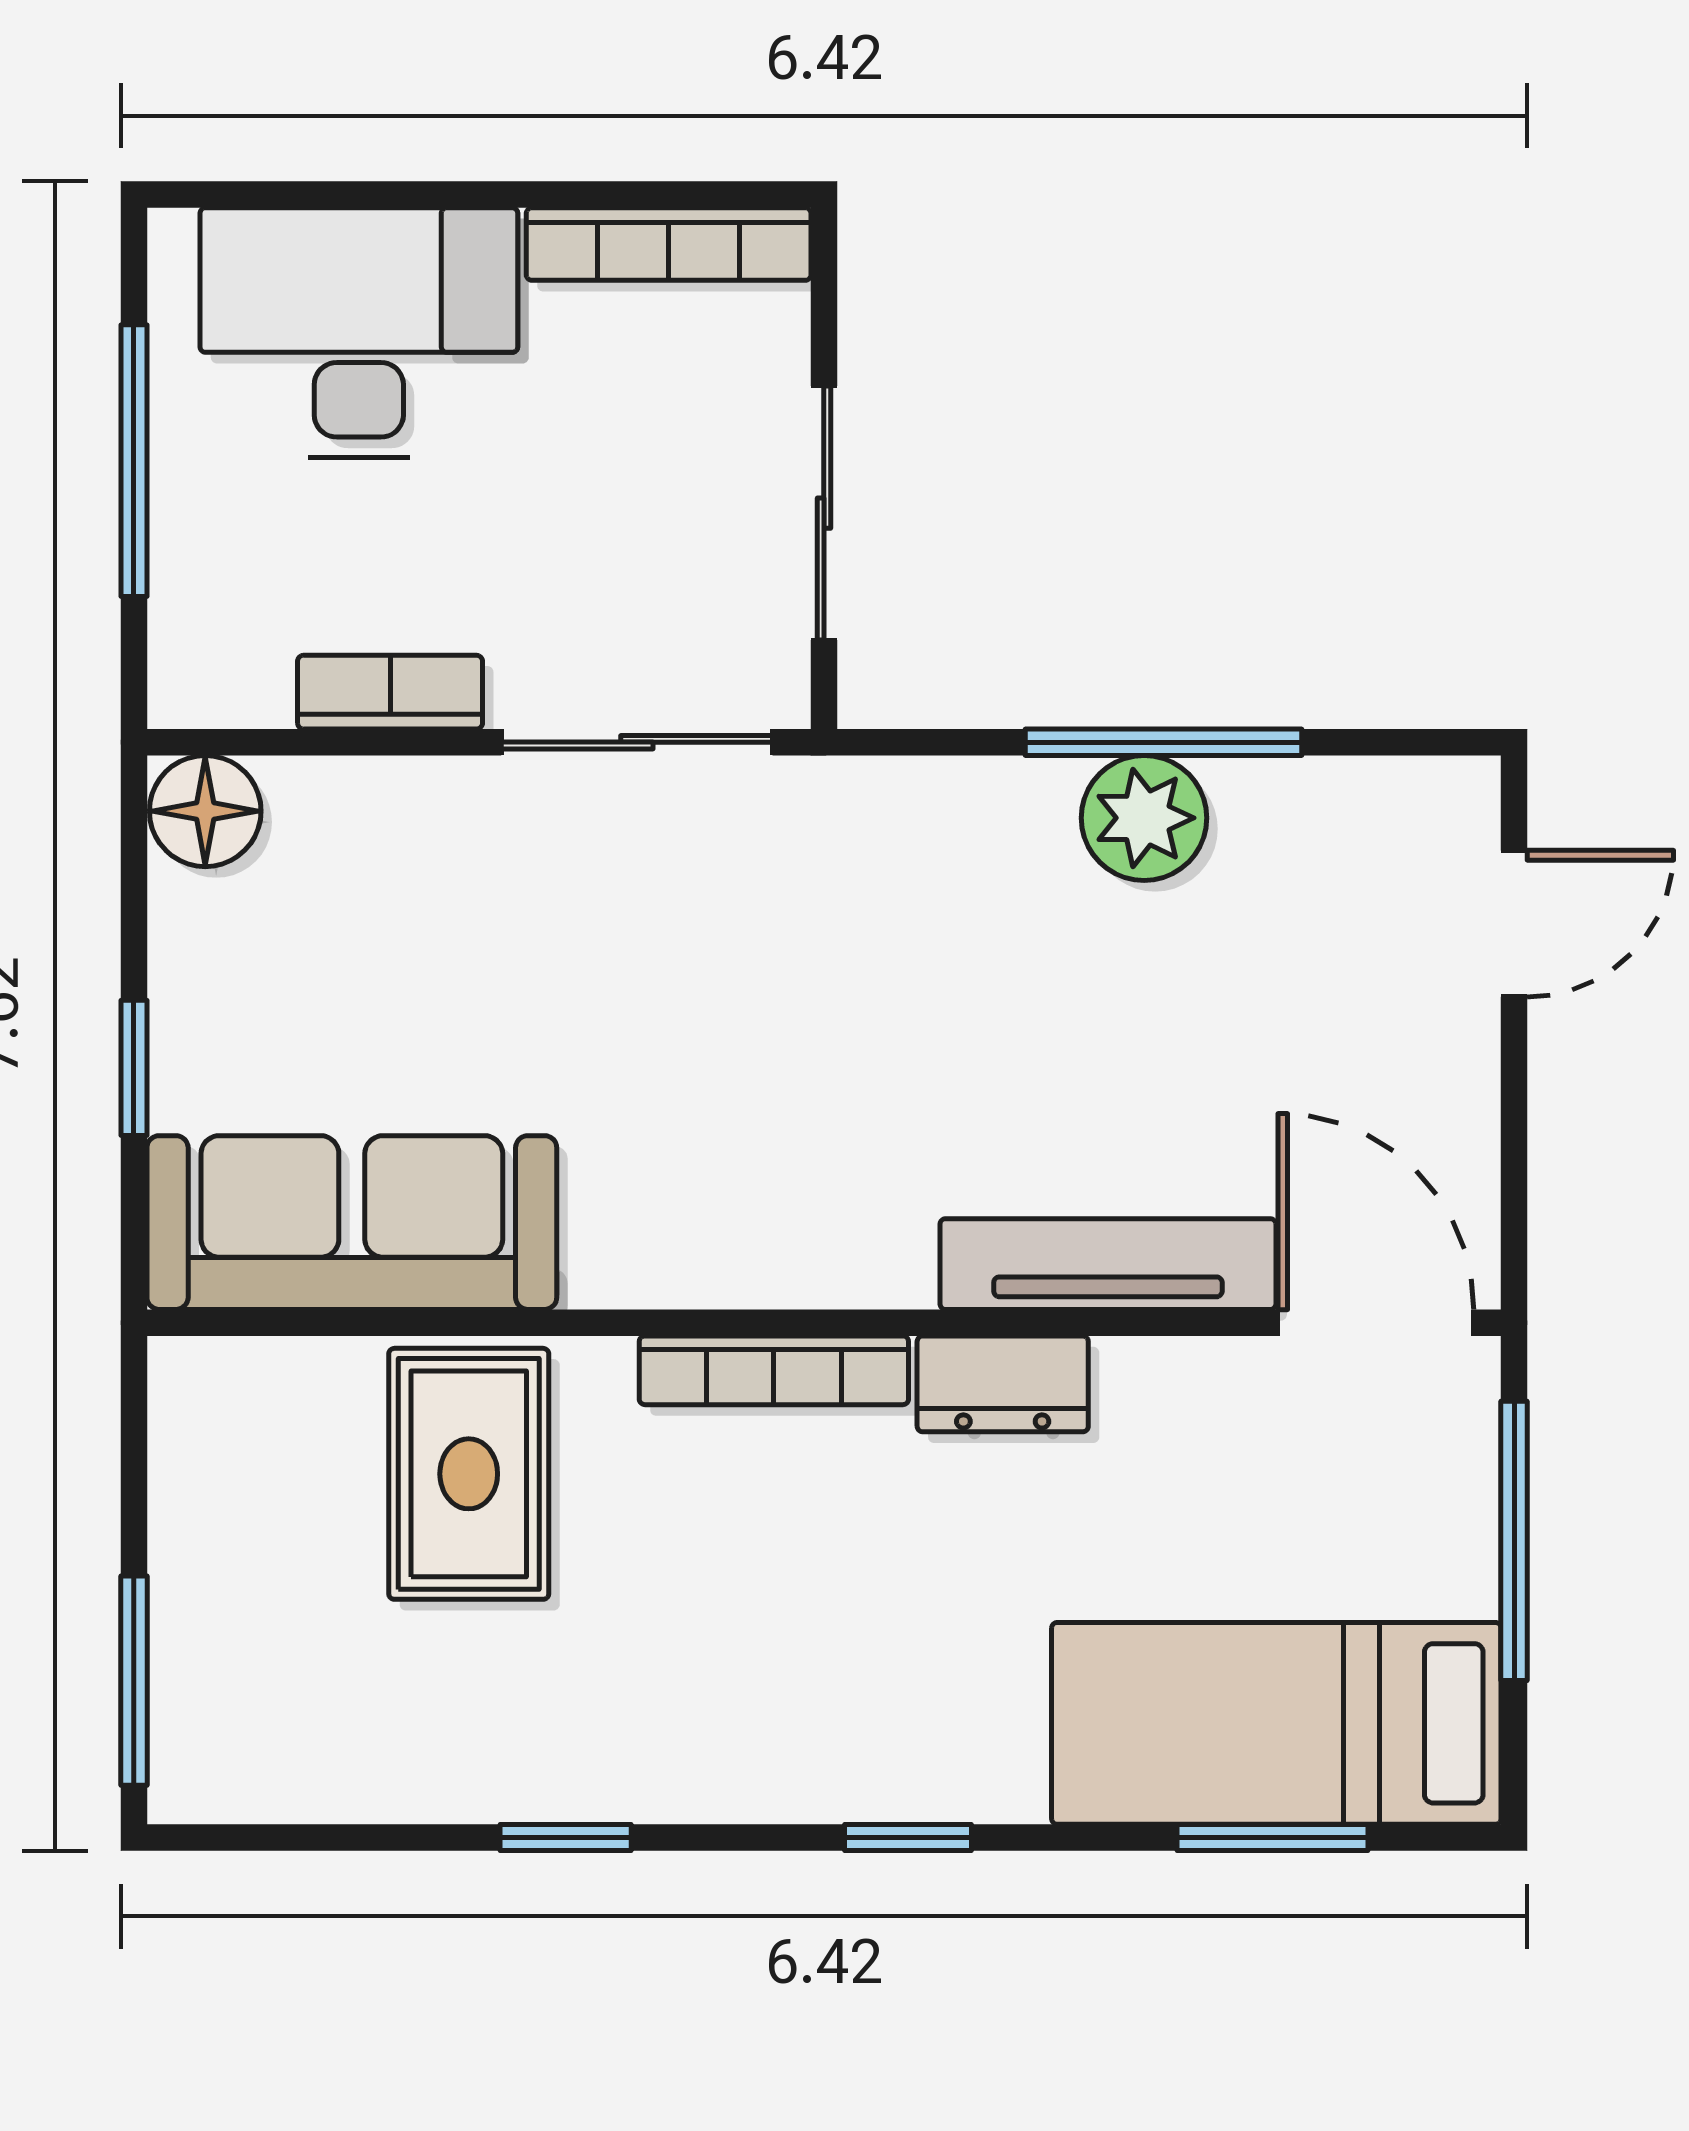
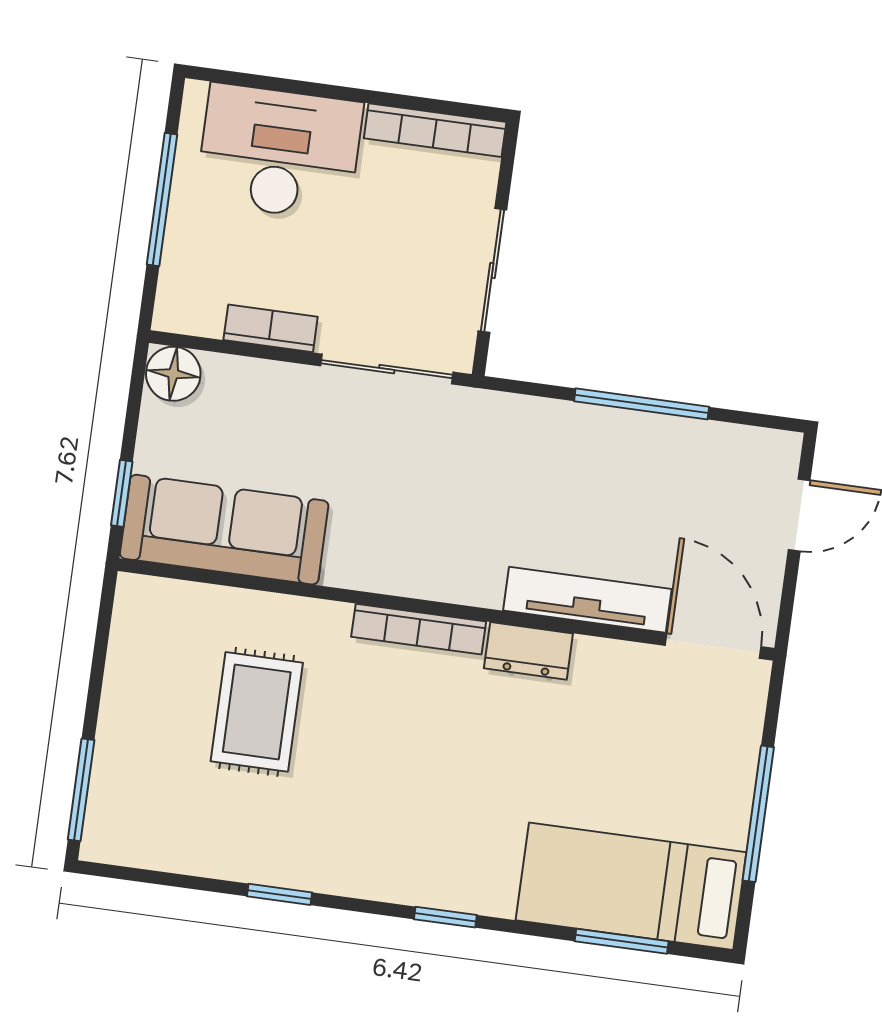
plant: (1144, 818) -> (627, 439), removed
sofa: (352, 1223) -> (224, 530), moved
tv unit: (1108, 1264) -> (587, 600), moved
wall: (824, 1323) -> (446, 609), moved
door: (1376, 1323) -> (713, 646), moved
bookcase: (774, 1370) -> (419, 629), moved
dresser: (1003, 1384) -> (528, 651), moved

